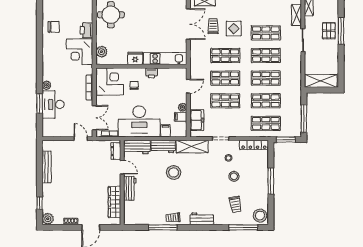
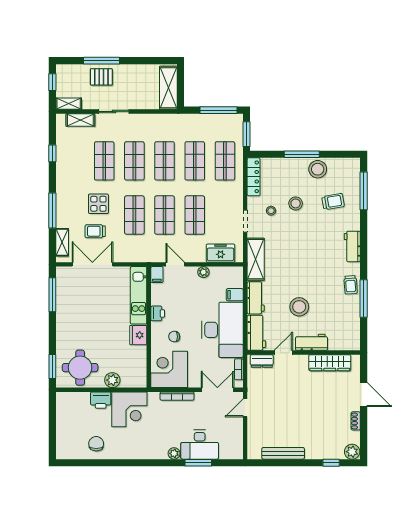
plant: (101, 52) -> (112, 380), moved
filing cabinet: (181, 117) -> (157, 275), moved
stool: (174, 172) -> (299, 307), moved
stool: (260, 216) -> (318, 169), moved

